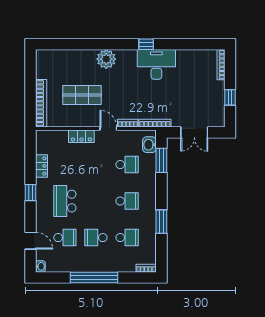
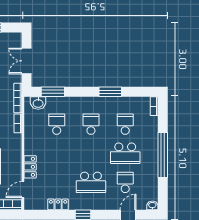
door: (108, 128) -> (23, 189), moved
double door: (194, 132) -> (27, 61), swing flipped
school desk: (96, 238) -> (125, 153), width x1.85

